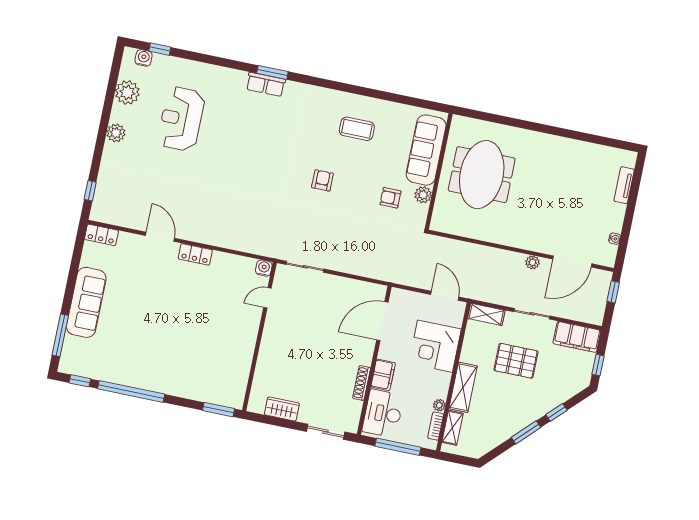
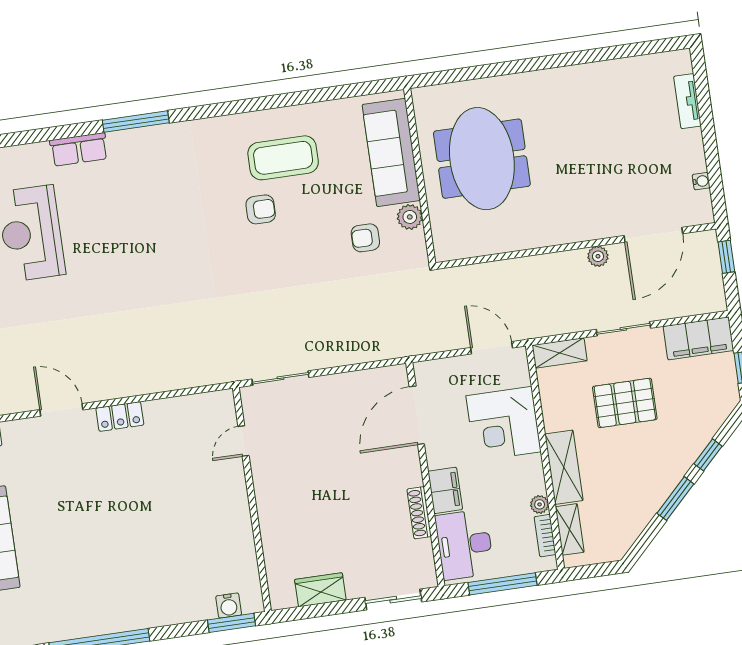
window: (272, 72) -> (136, 122), width x1.44
row of seats: (266, 84) -> (79, 149), moved
coffee table: (357, 129) -> (283, 158), width x1.36, depth x1.32
armchair: (322, 180) -> (261, 209), moved, turned 90
water cooler: (264, 268) -> (229, 606), moved, turned 180

